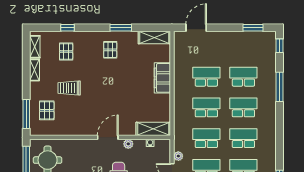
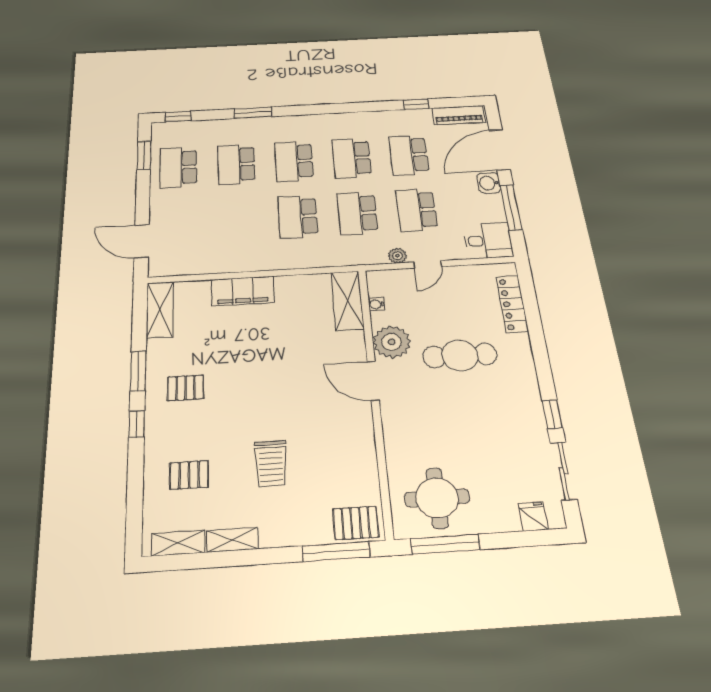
window: (68, 28) -> (137, 424), moved
school desk: (206, 77) -> (178, 167), moved
window: (279, 87) -> (253, 113), width x0.69
pallet: (47, 110) -> (356, 523), moved
plant: (128, 144) -> (392, 342), width x1.87, depth x1.87

